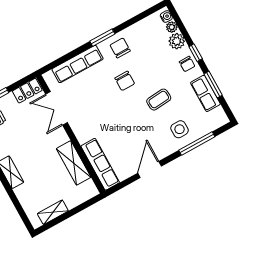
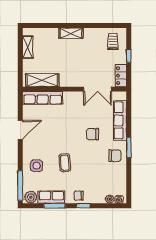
plant: (177, 41) -> (31, 197), moved
chair: (125, 81) -> (93, 134), moved
double door: (57, 108) -> (98, 89), swing flipped
window: (197, 143) -> (20, 186), moved
shelving: (74, 163) -> (42, 80), moved
door: (150, 170) -> (20, 130), hinge flipped

